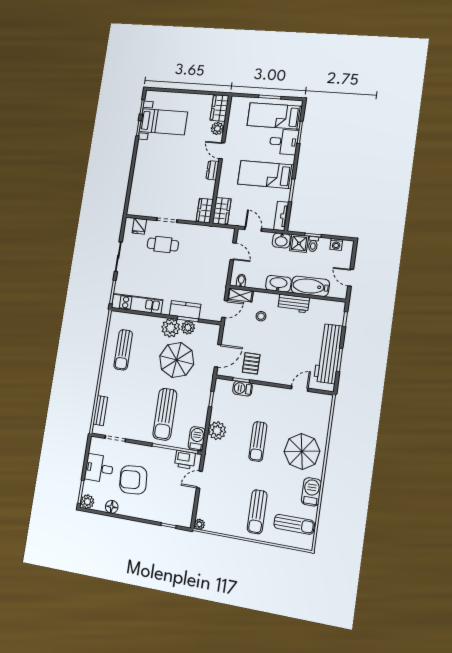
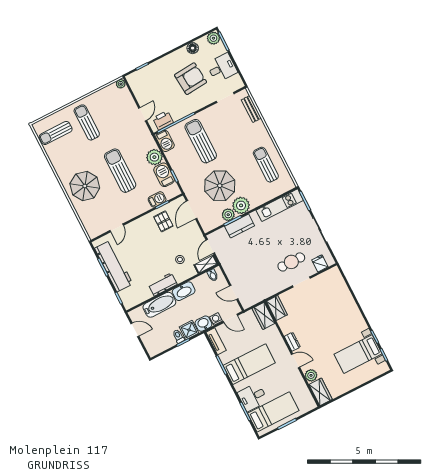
washing machine: (336, 244) -> (216, 319), moved
sun lounger: (258, 441) -> (120, 171), width x1.36, depth x1.34
barbecue: (311, 492) -> (164, 175), moved, turned 180

